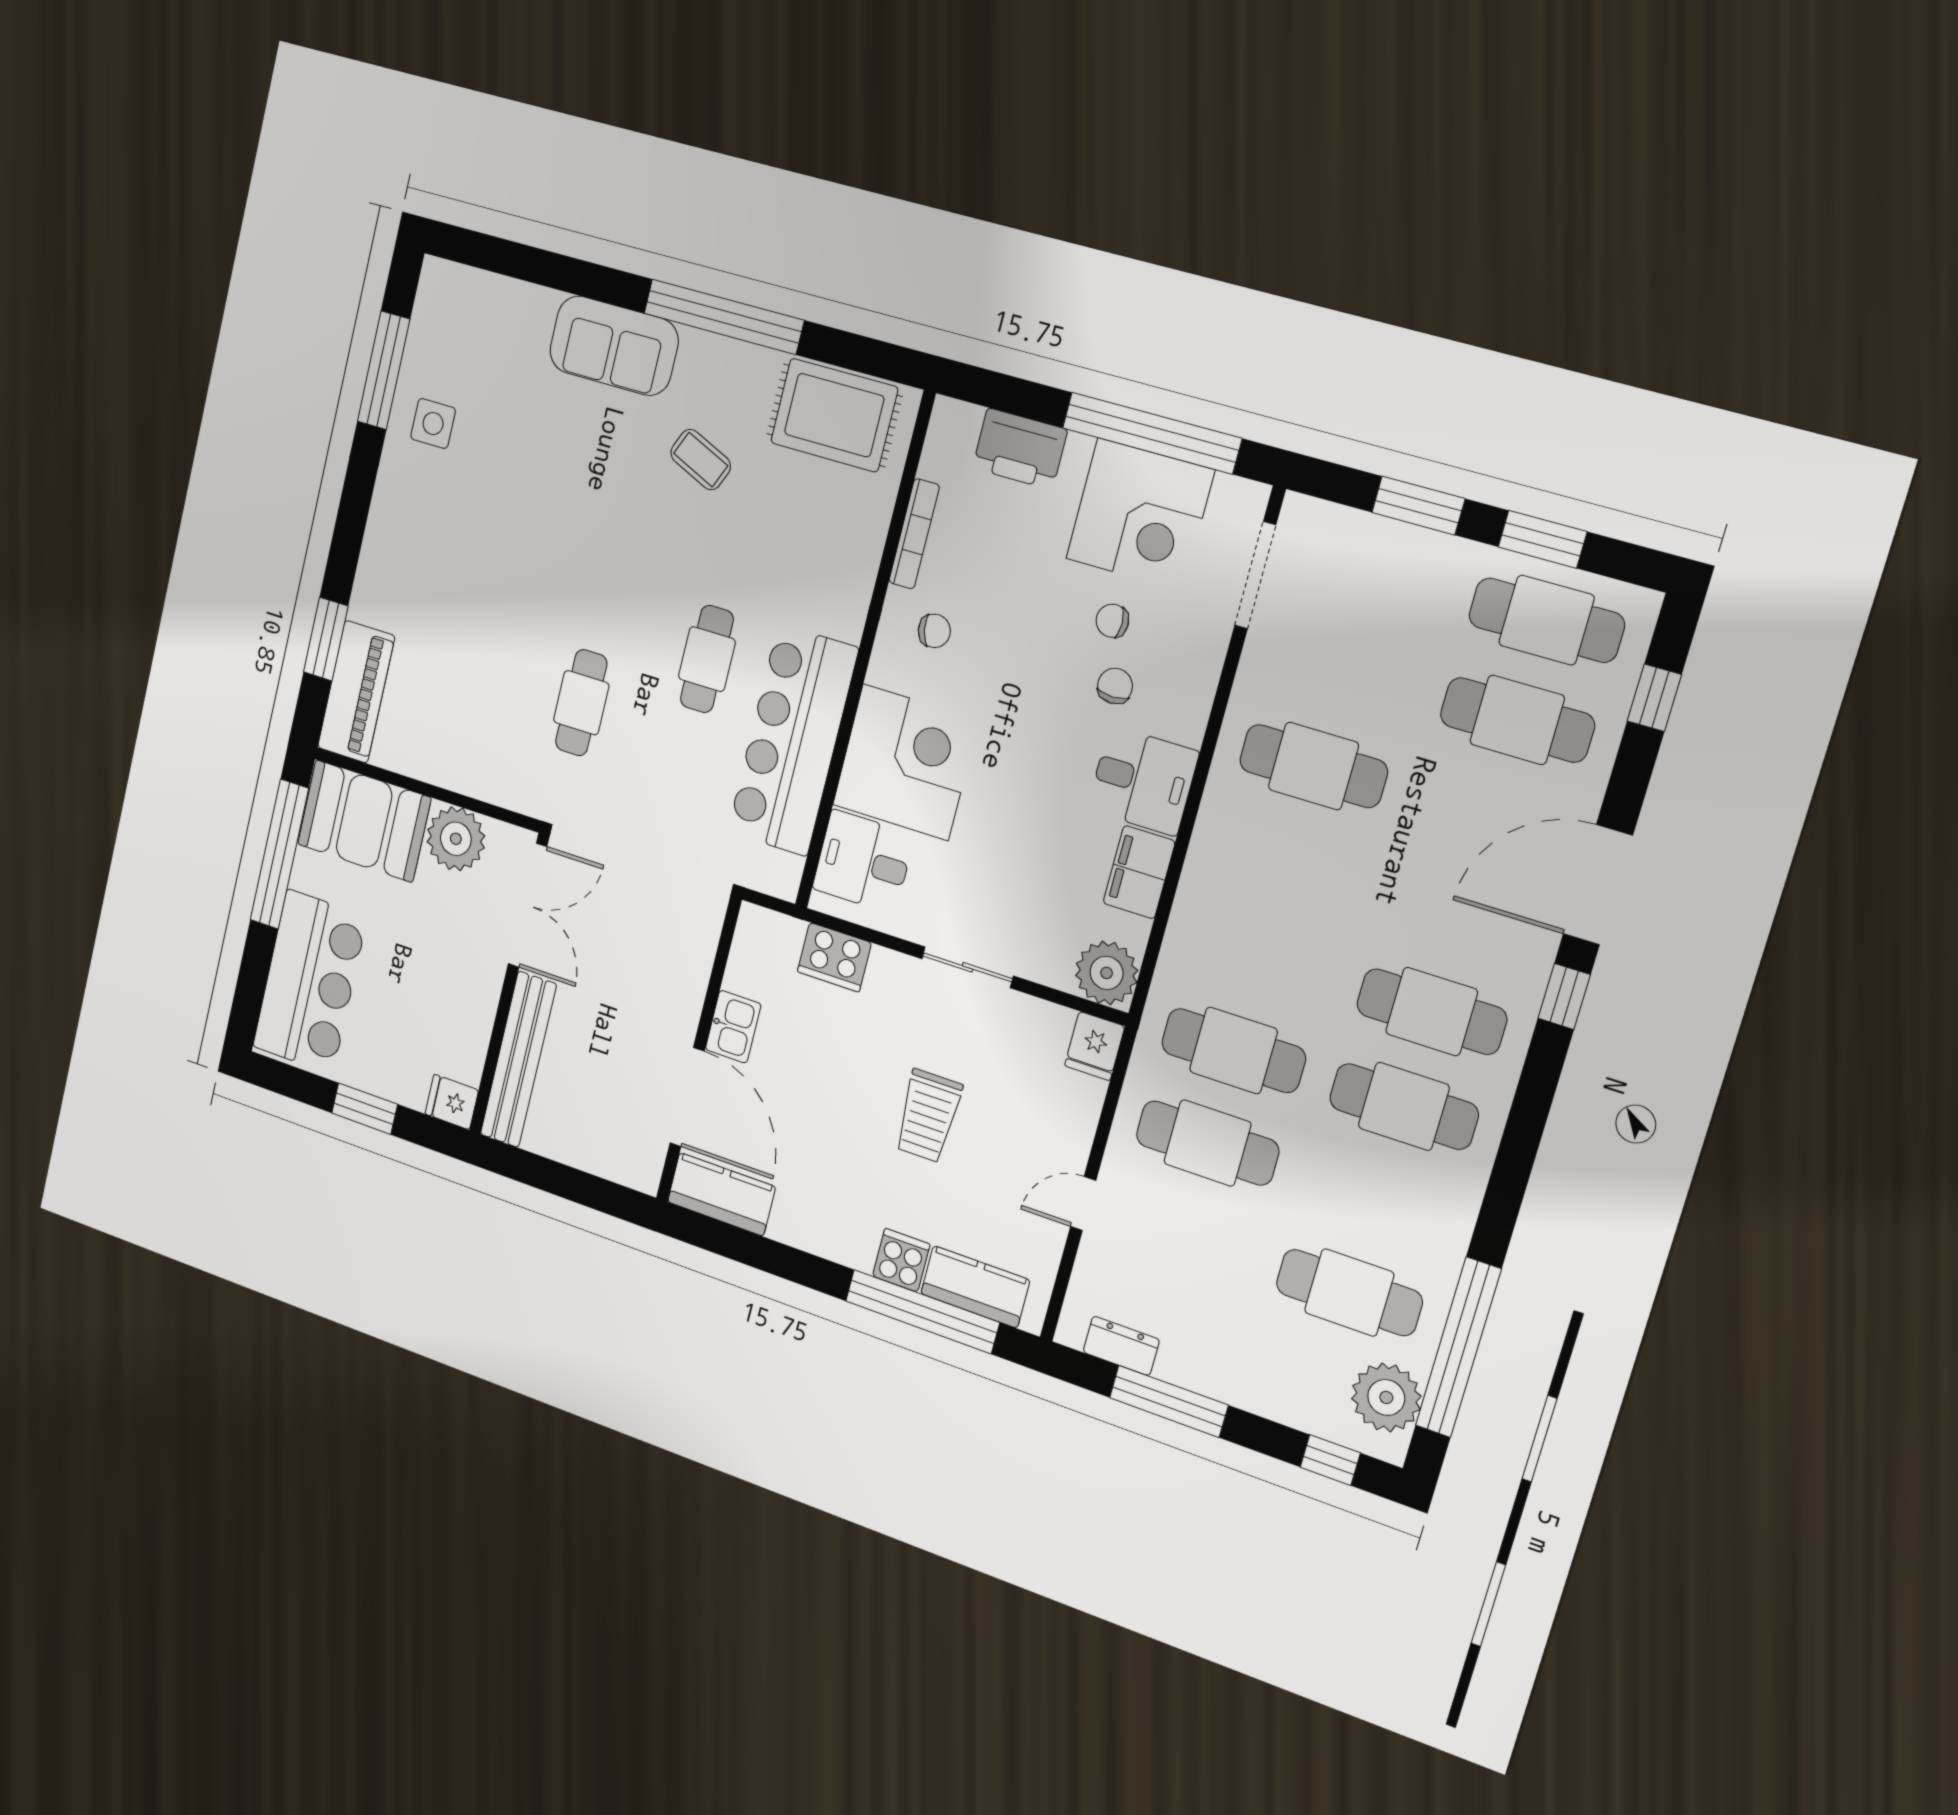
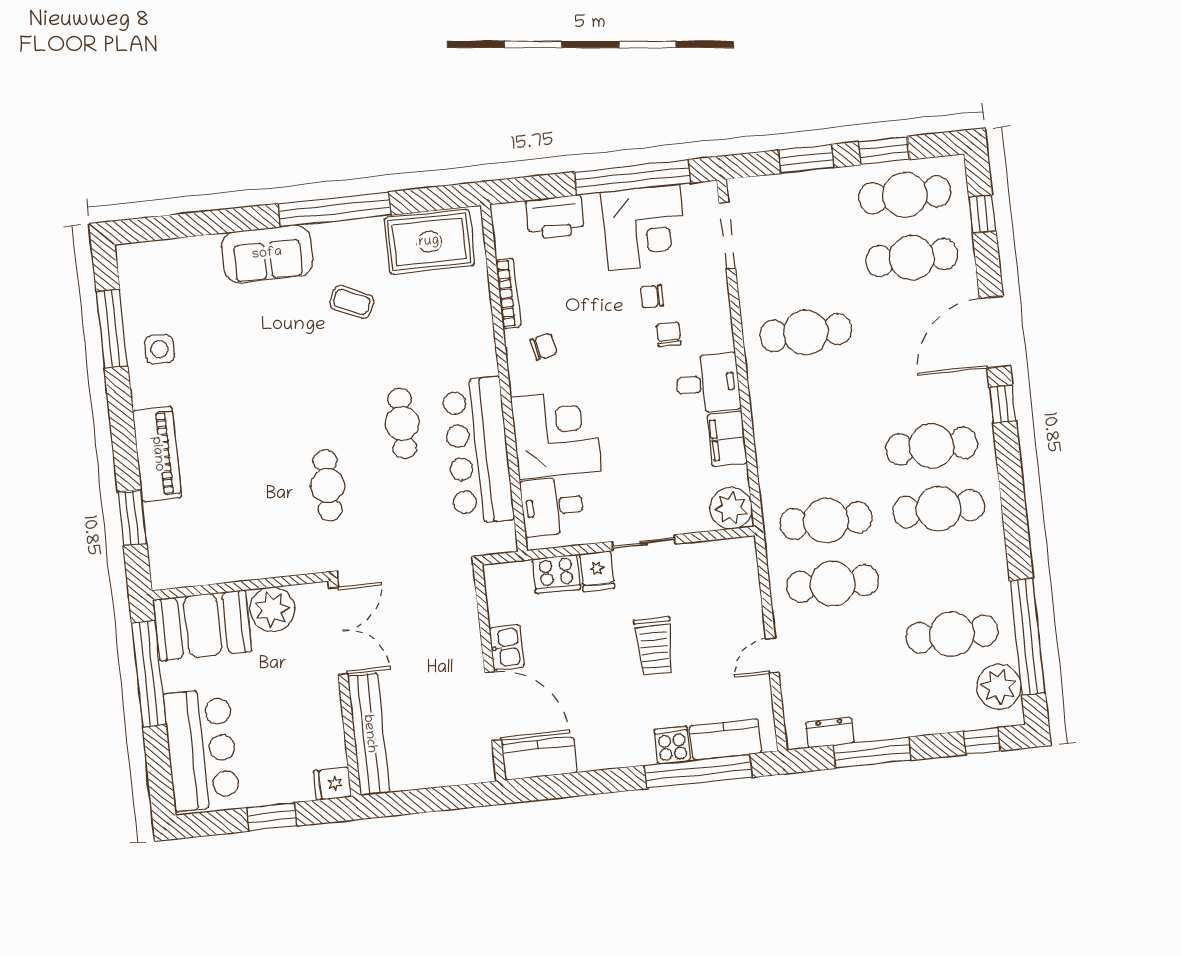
piano: (356, 692) -> (157, 454), moved
fridge: (1095, 1046) -> (597, 571), moved

